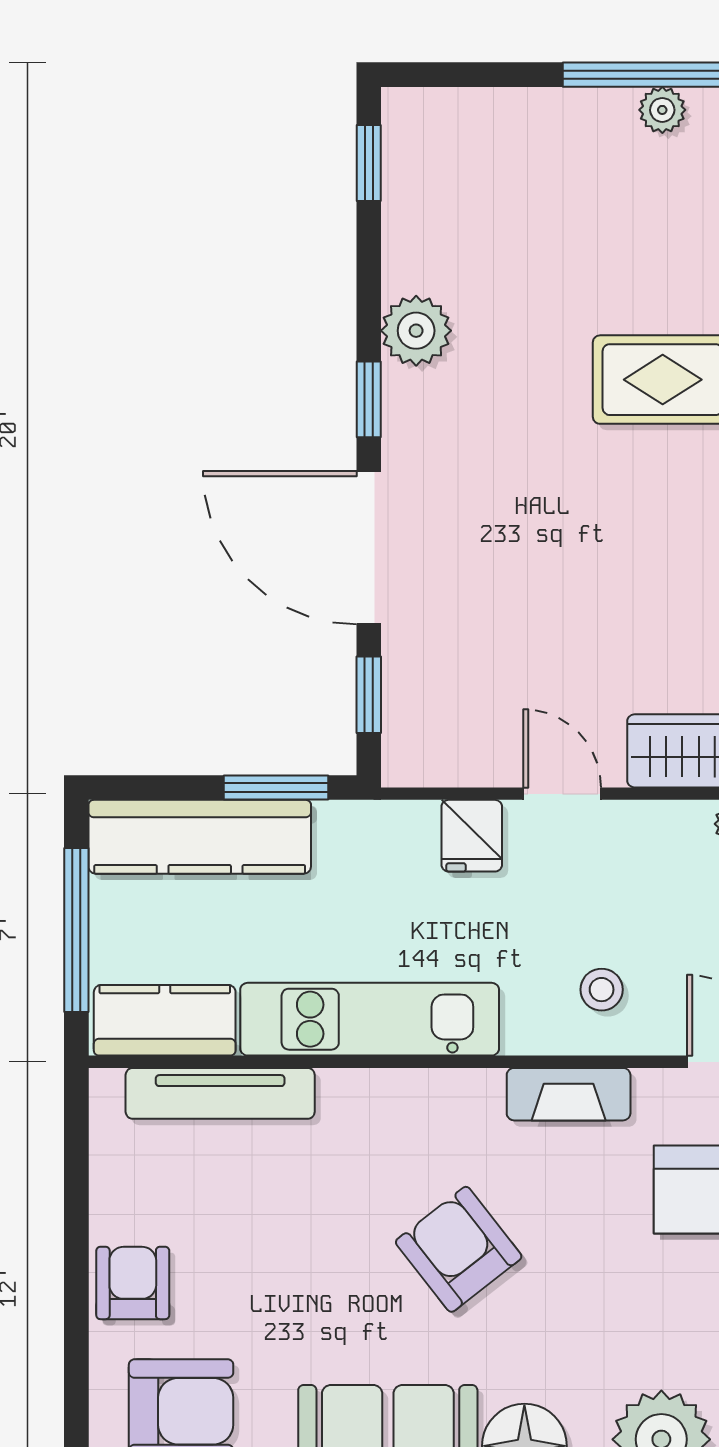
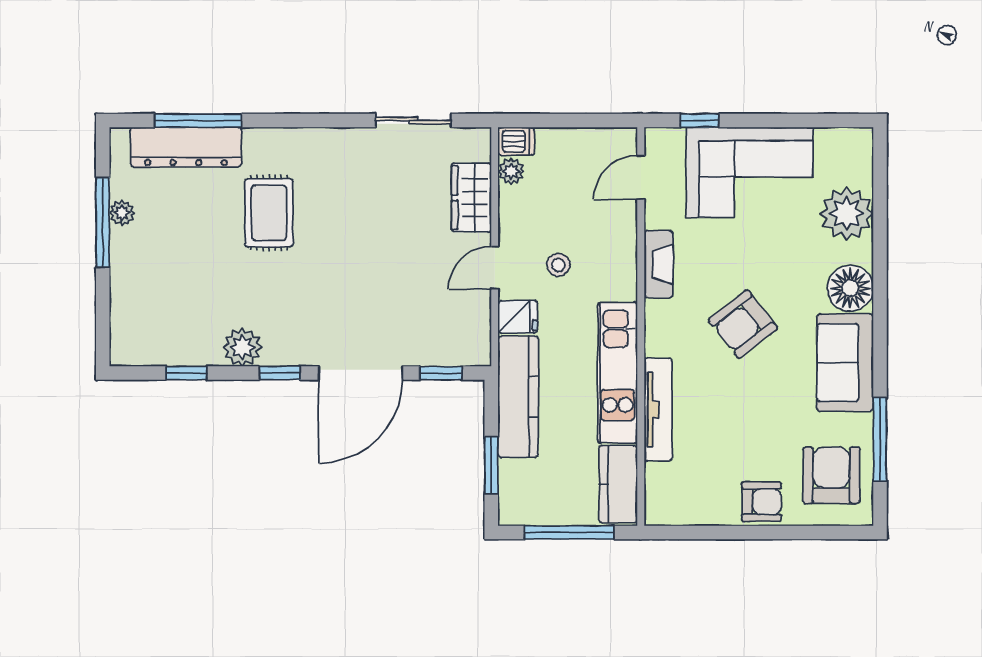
window: (369, 163) -> (186, 373), moved
window: (276, 788) -> (491, 465), moved
kitchen counter: (200, 837) -> (518, 397), moved
stool: (602, 990) -> (558, 265), moved
tv unit: (220, 1093) -> (658, 409), moved
armchair: (133, 1283) -> (761, 502), turned 180

